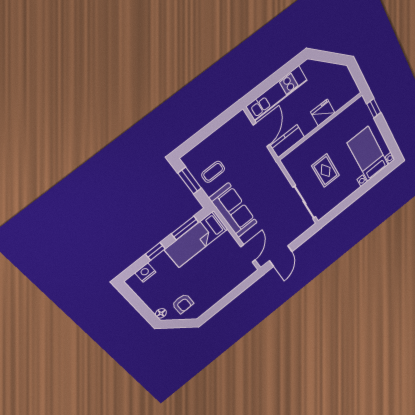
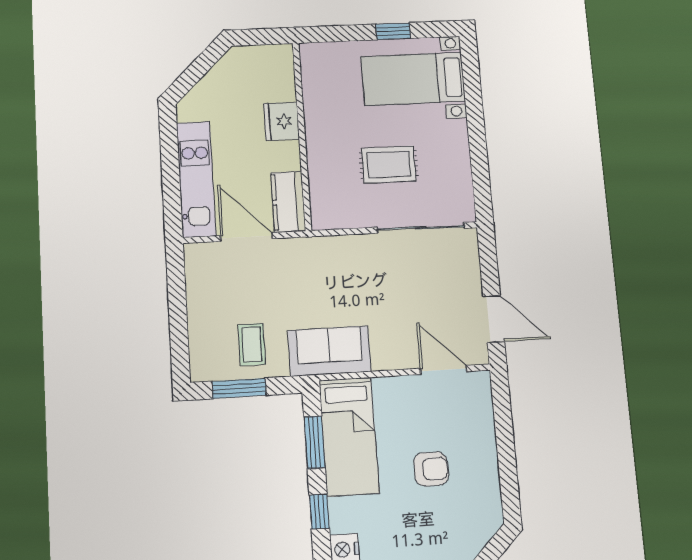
window: (374, 108) -> (393, 31), moved
sofa: (233, 211) -> (329, 351), width x0.73
armchair: (183, 304) -> (431, 469), moved

